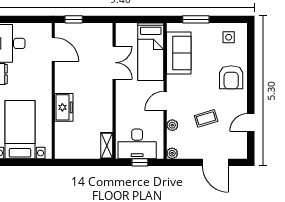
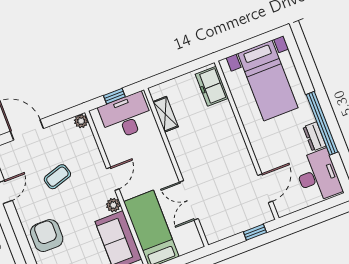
door: (53, 49) -> (265, 188), swing flipped
freezer: (64, 107) -> (212, 86), moved
plant: (172, 125) -> (113, 205), moved
shelving: (107, 146) -> (165, 114), moved

